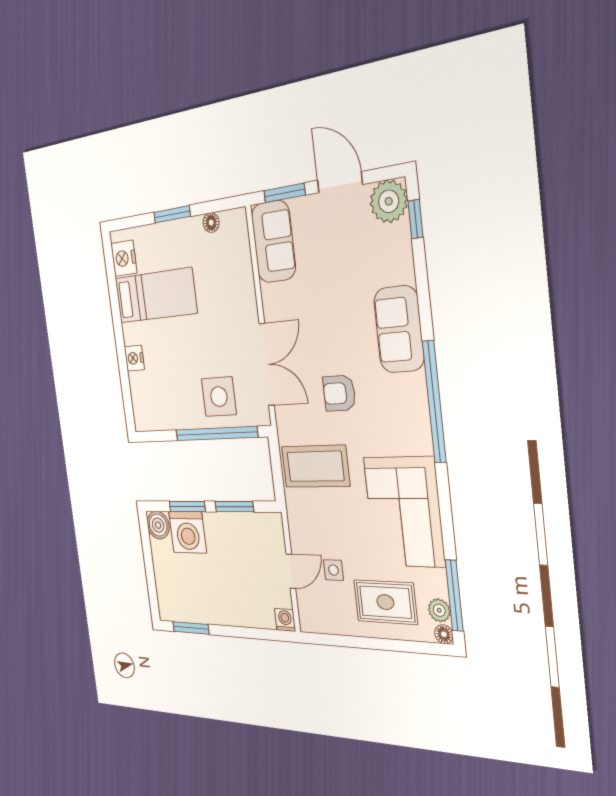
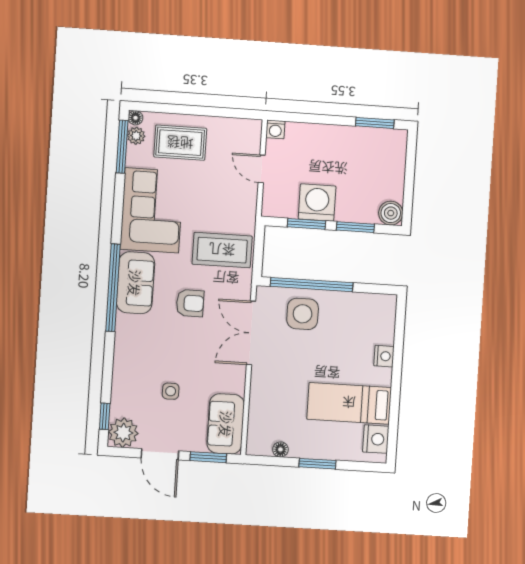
sofa: (399, 329) -> (135, 283), moved
washing machine: (188, 532) -> (317, 203), moved
side table: (334, 570) -> (171, 391), moved
door: (291, 571) -> (262, 169), hinge flipped

